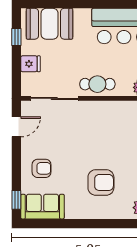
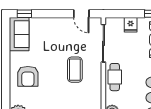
coffee table: (88, 135) -> (75, 70), added
armchair: (42, 168) -> (49, 33), removed
armchair: (101, 182) -> (28, 76), moved

